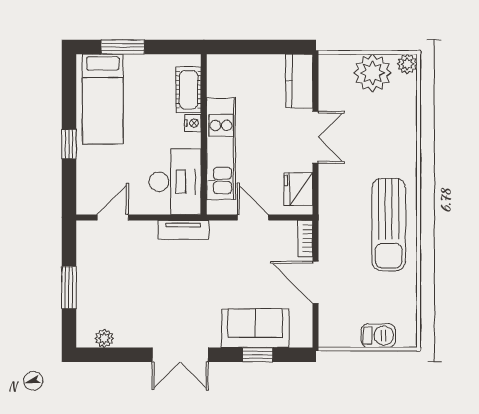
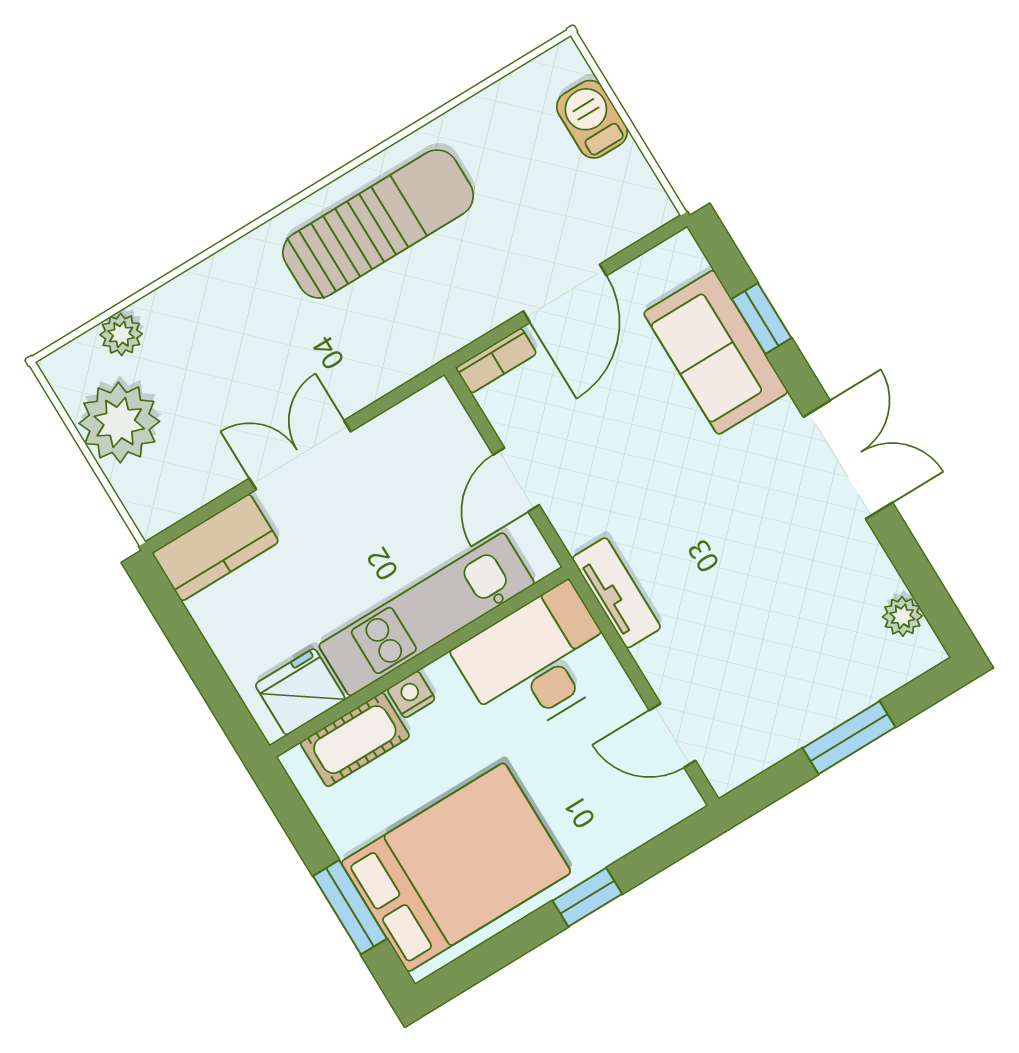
plant: (407, 64) -> (121, 334), moved
bed: (103, 99) -> (456, 867), width x1.50
fridge: (298, 189) -> (300, 692), moved, turned 180

